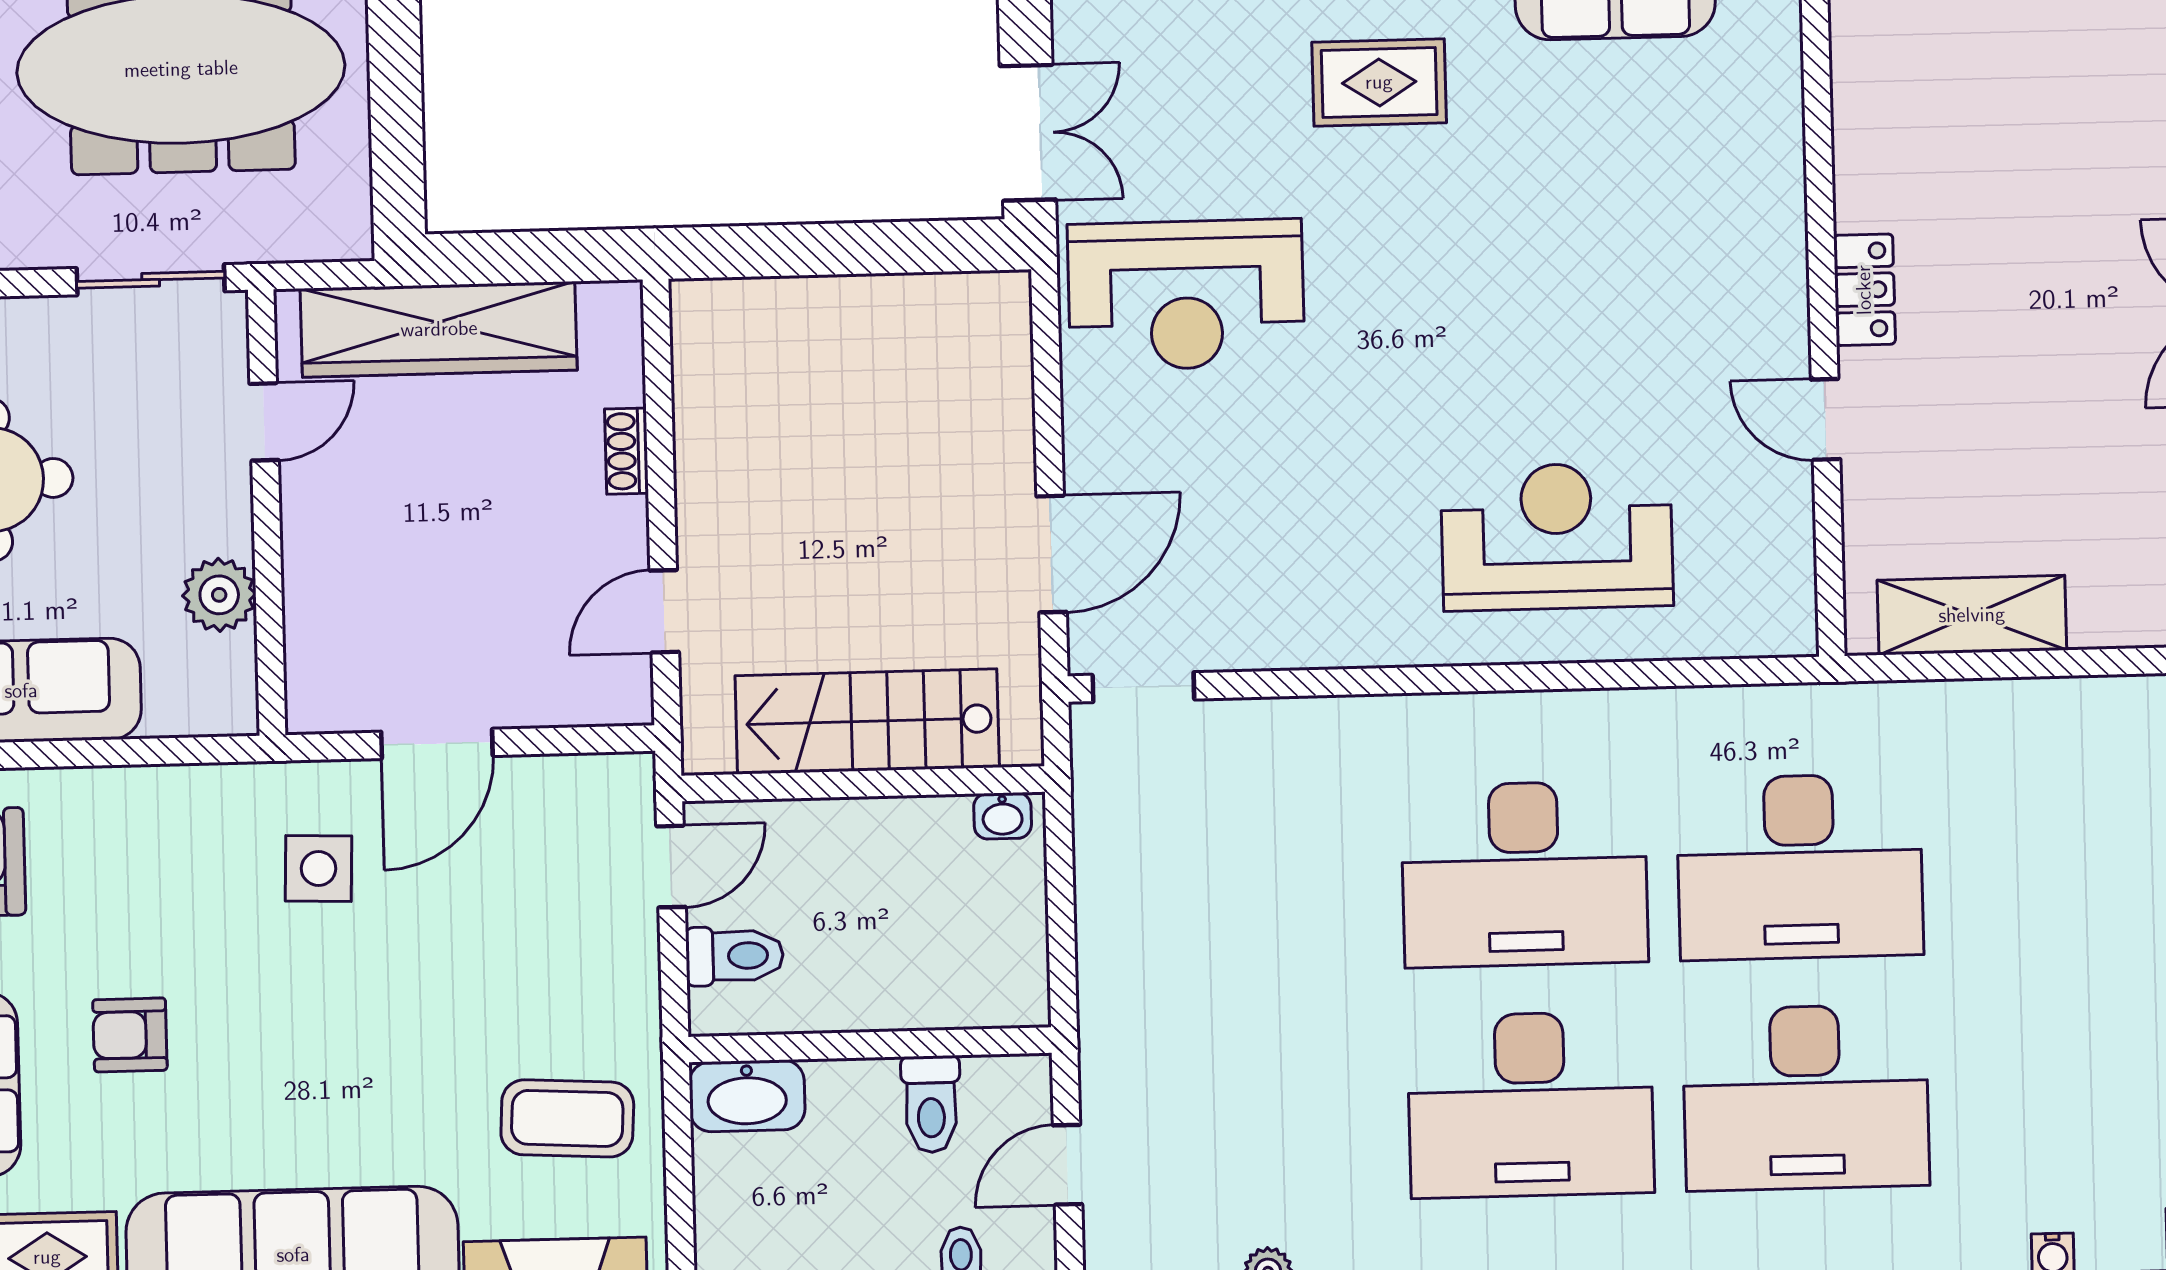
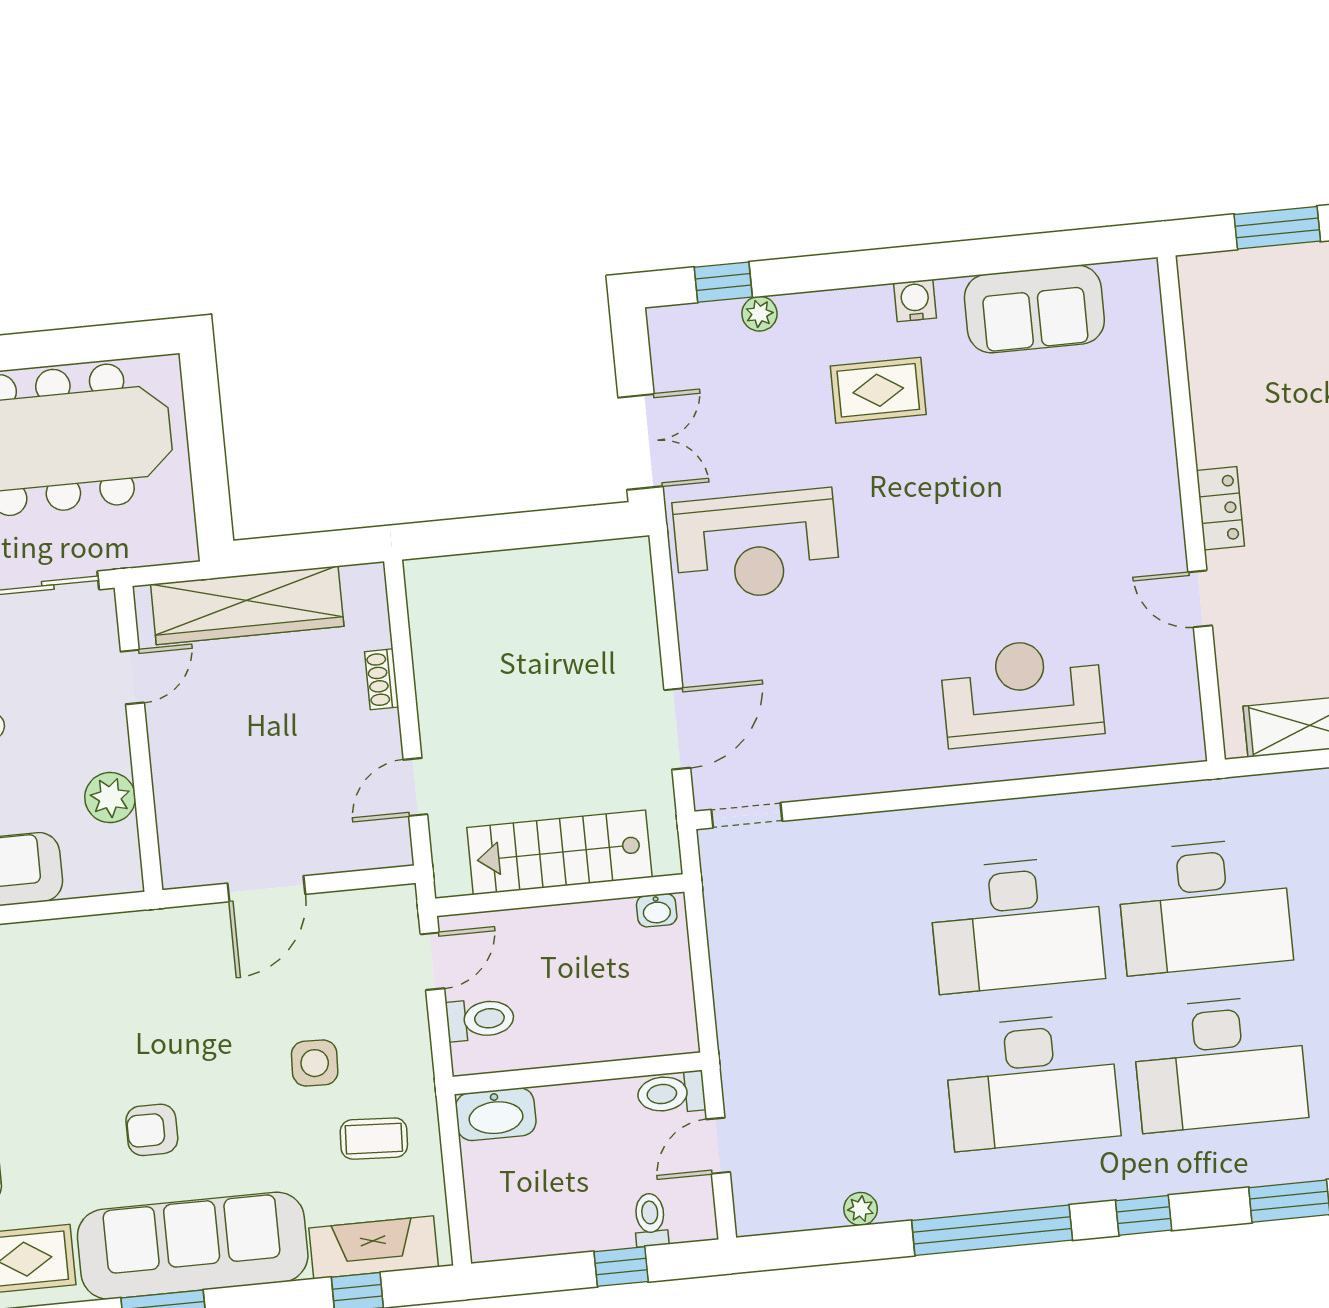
side table: (319, 868) -> (315, 1063), moved
armchair: (130, 1035) -> (152, 1130), moved
toilet: (931, 1104) -> (671, 1093), moved, turned 90
coffee table: (567, 1118) -> (374, 1139), width x0.73, depth x0.77

